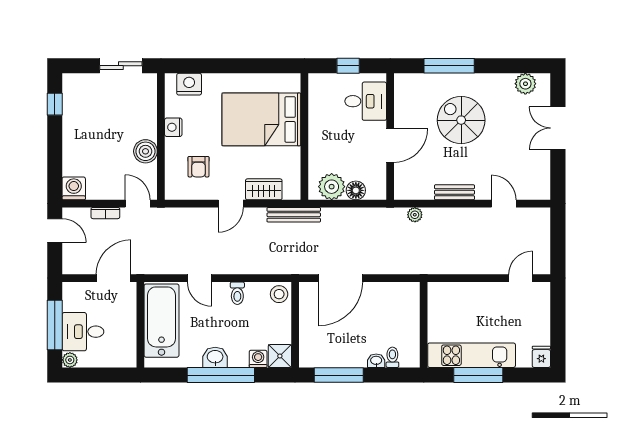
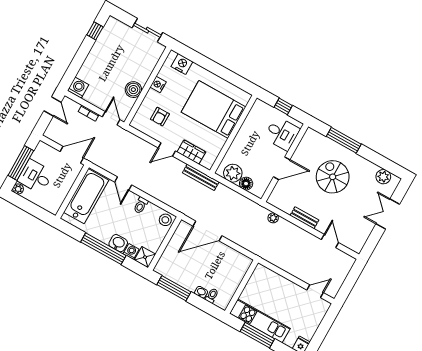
washbasin: (215, 357) -> (118, 243), moved

